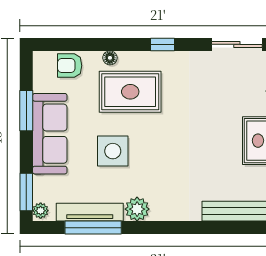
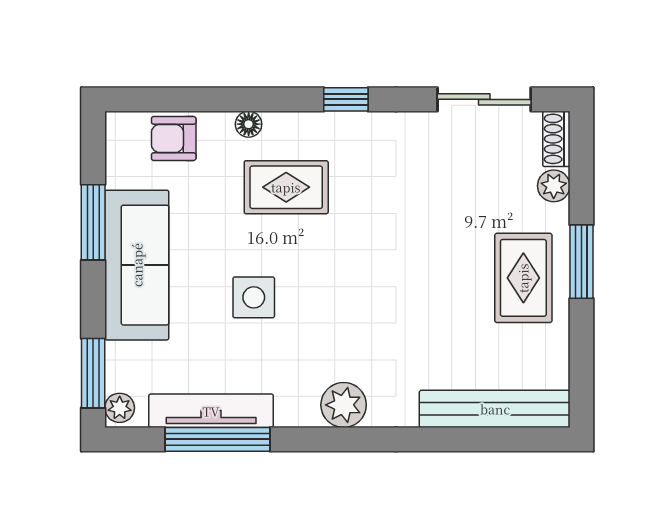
rug: (130, 92) -> (286, 187), width x0.73, depth x0.70
side table: (113, 151) -> (254, 297), width x0.73, depth x0.73
plant: (137, 209) -> (344, 405), moved

